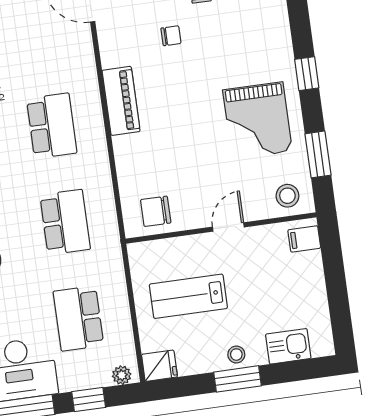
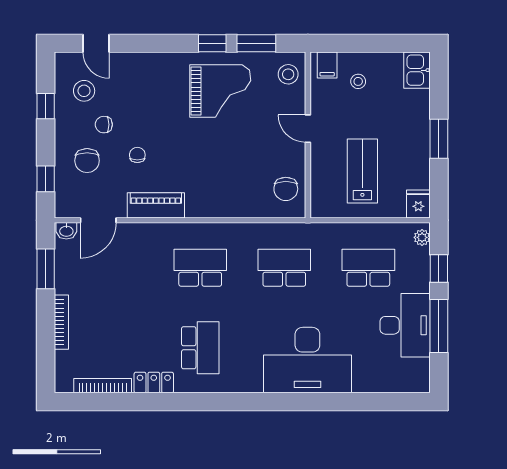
window: (307, 74) -> (212, 43), moved
piano: (121, 101) -> (156, 205), moved
lab bench: (188, 296) -> (362, 171), turned 180
school desk: (78, 318) -> (368, 268), turned 180
kitchen sink: (288, 346) -> (417, 70), moved
stool: (236, 355) -> (358, 81), moved

